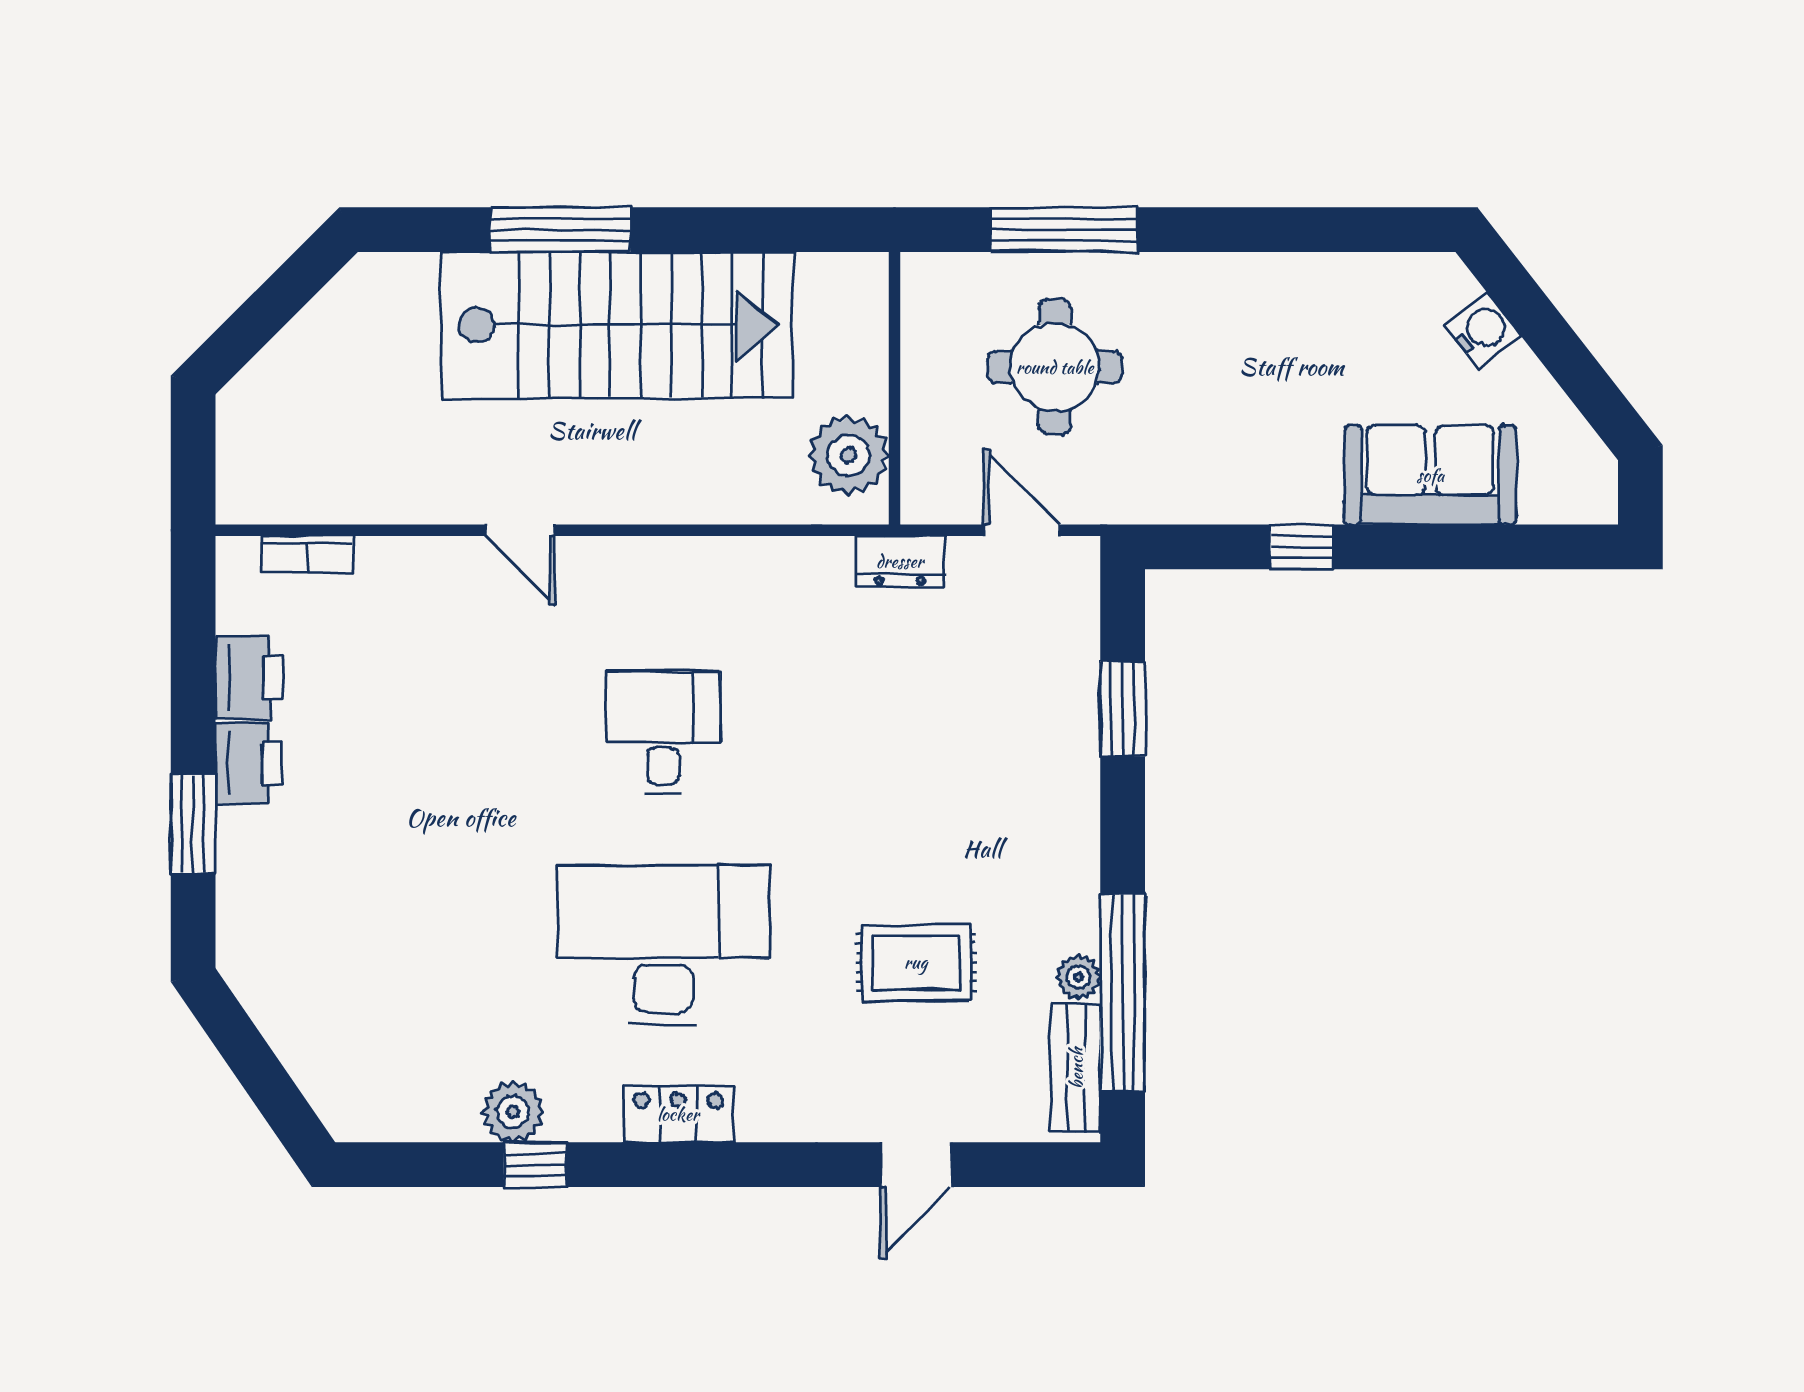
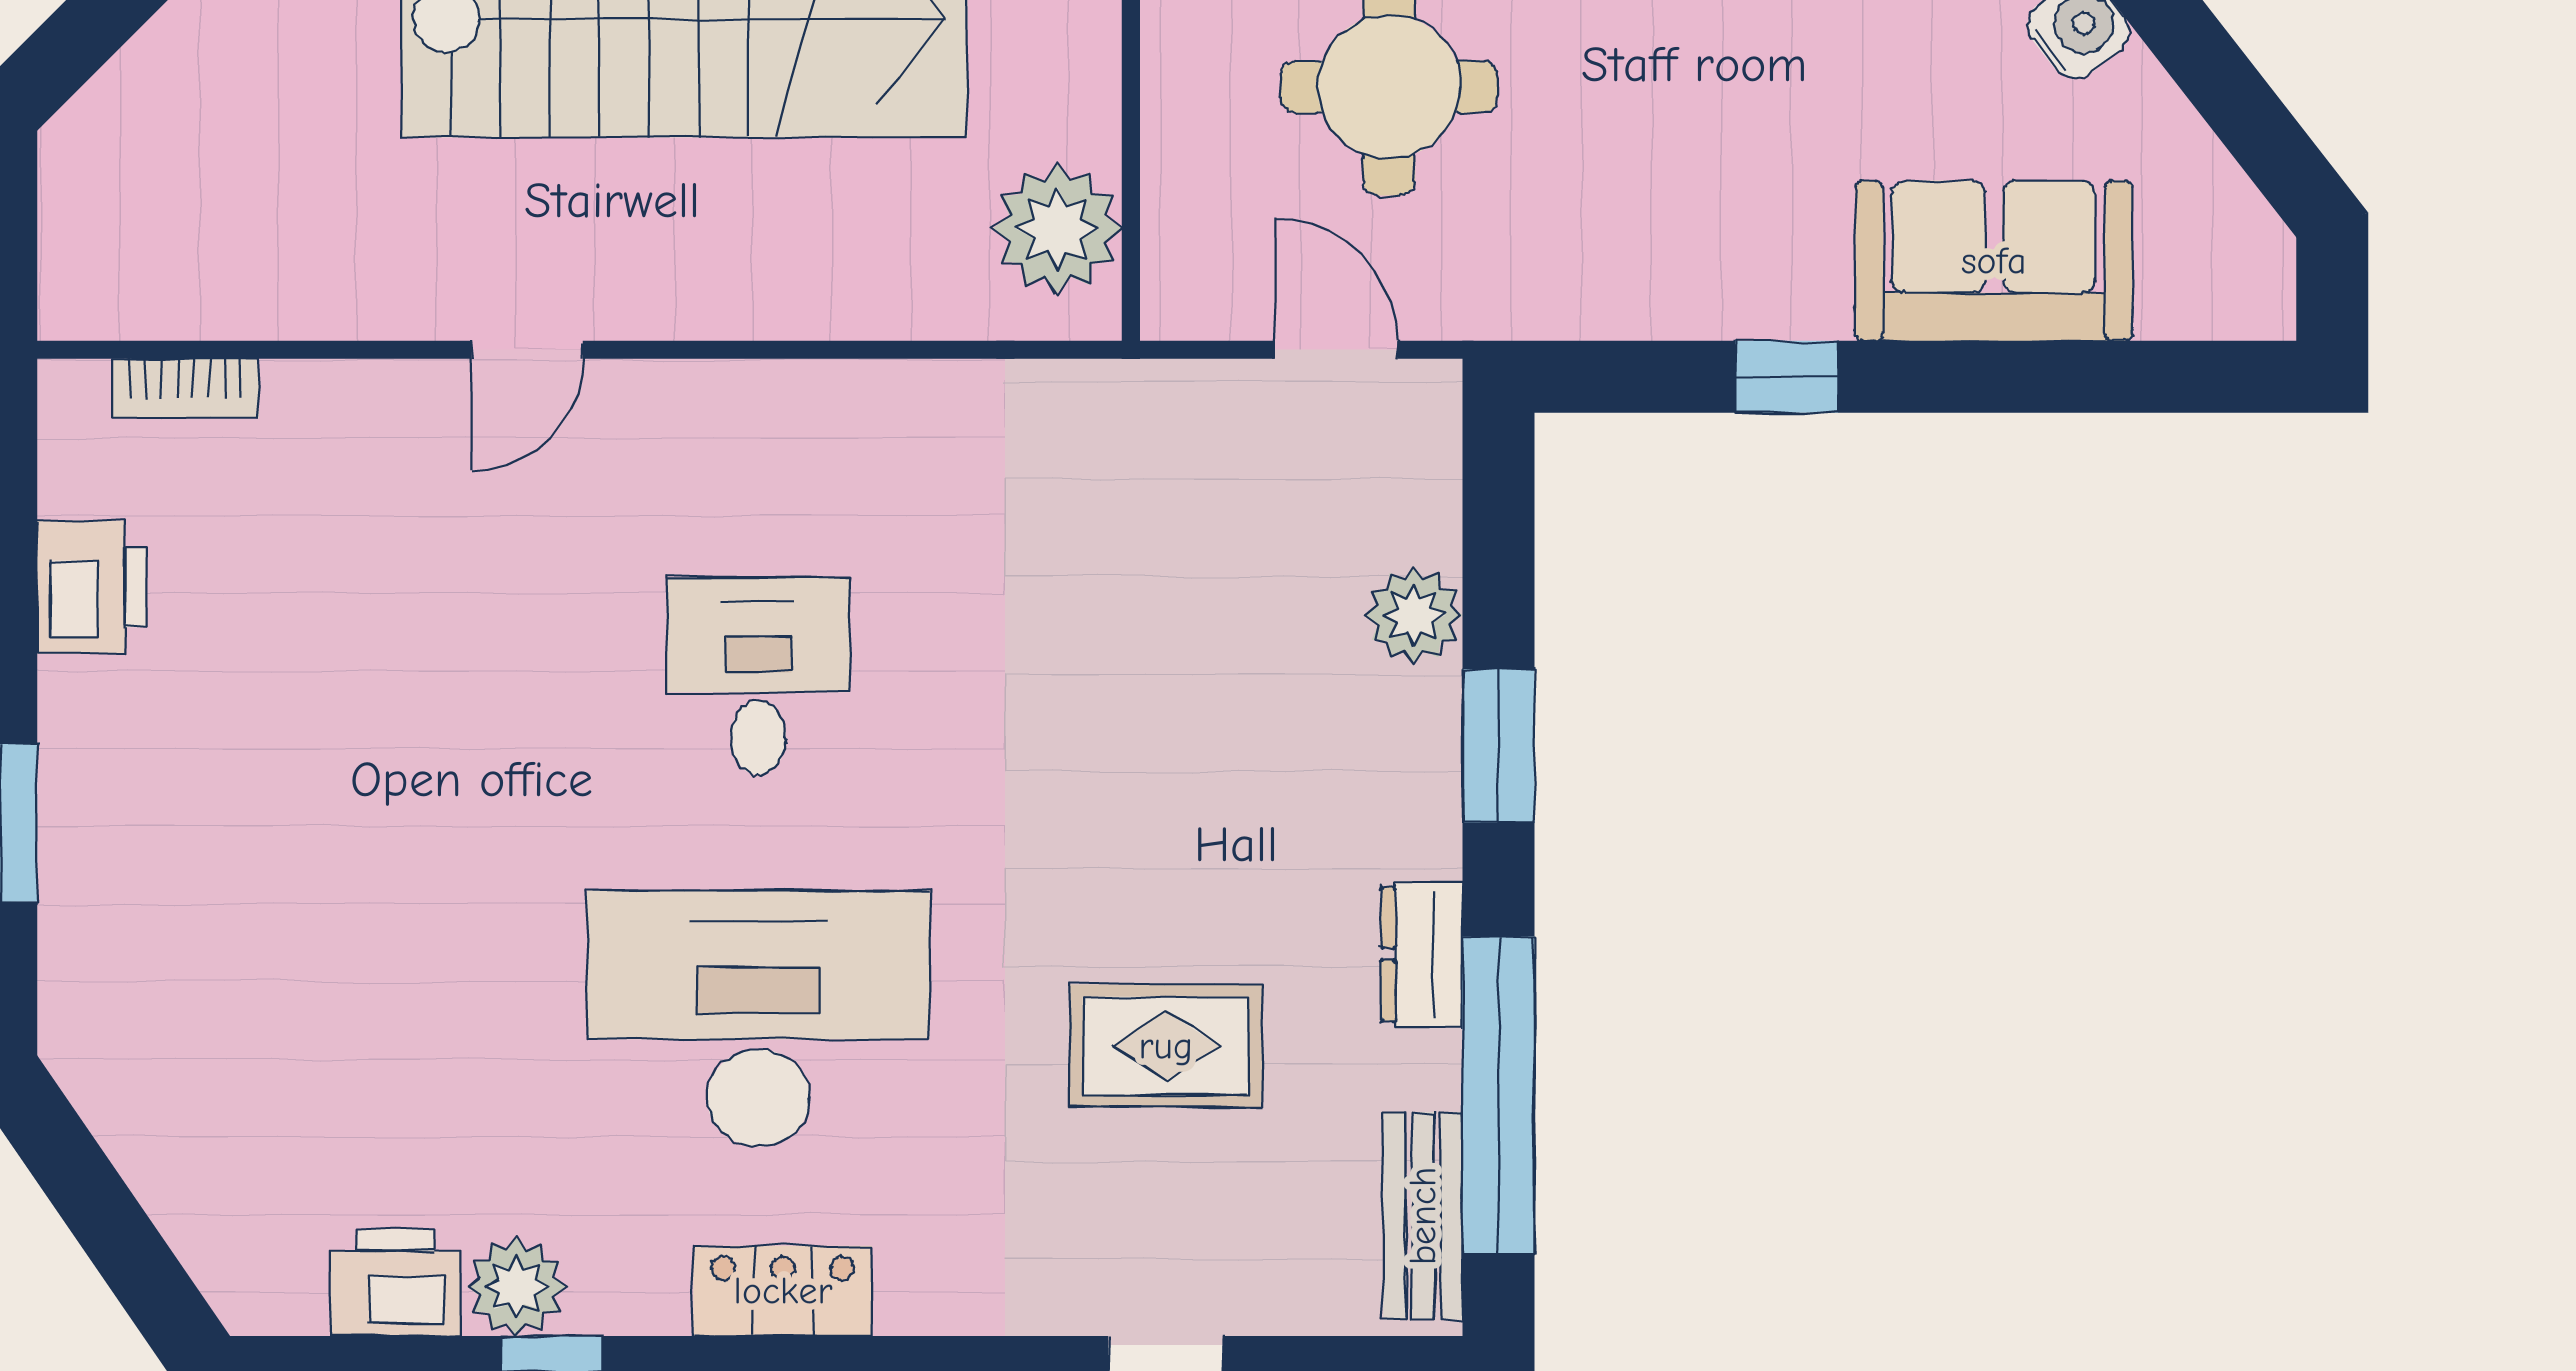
door: (520, 530) -> (527, 350), hinge flipped
dresser: (900, 561) -> (1422, 954), moved, turned 90
window: (1123, 709) -> (1499, 746), moved
printer: (249, 763) -> (395, 1283), moved, turned -90
plant: (1078, 977) -> (1414, 615), moved, width x1.38, depth x1.38

